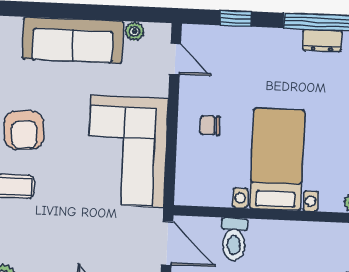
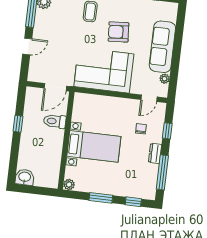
dresser: (322, 41) -> (155, 153), moved
chair: (210, 126) -> (141, 129), moved
armchair: (24, 130) -> (119, 32), moved

